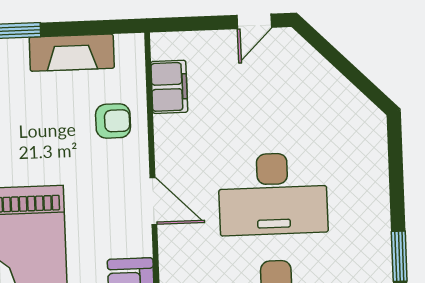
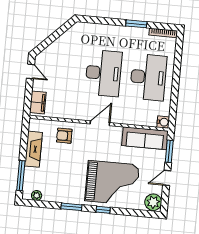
filing cabinet: (169, 87) -> (38, 102), moved, turned 90
armchair: (113, 121) -> (64, 136), turned -90

